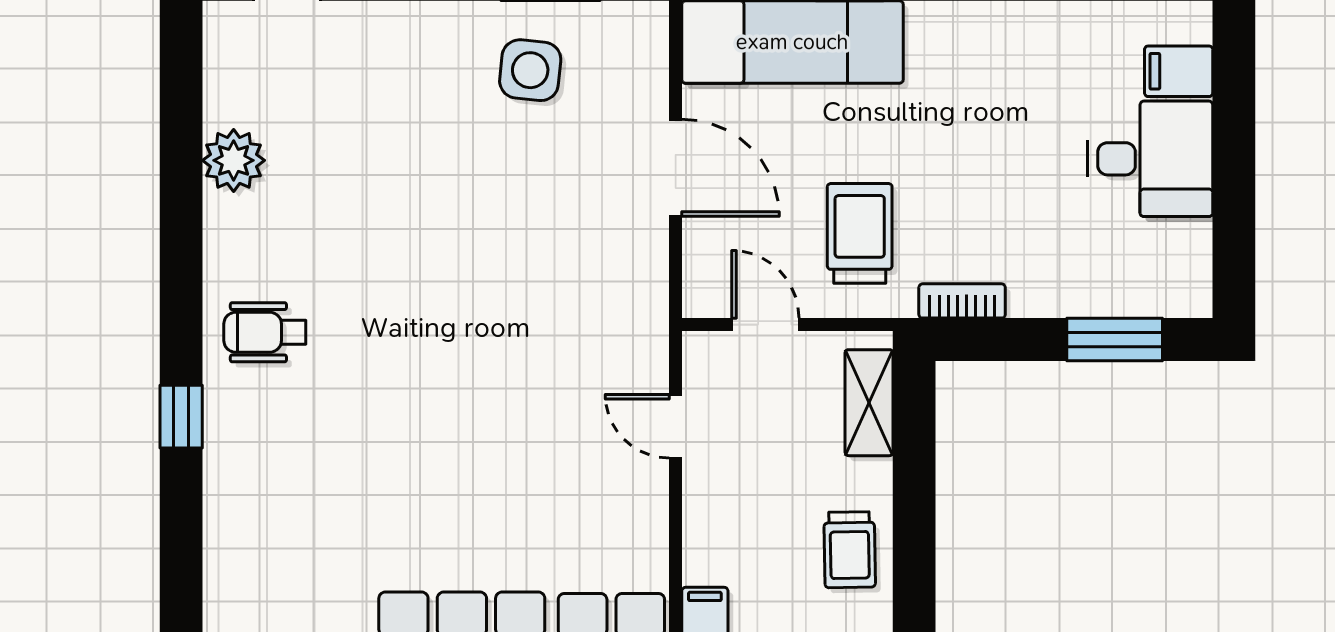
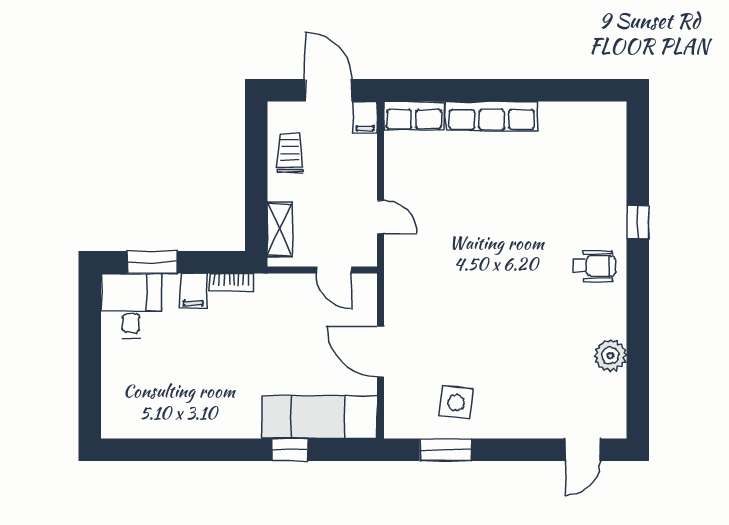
filing cabinet: (1179, 71) -> (193, 291), moved, turned 90
desk: (1150, 159) -> (131, 306), moved, turned 90
trolley: (860, 233) -> (285, 317), removed

